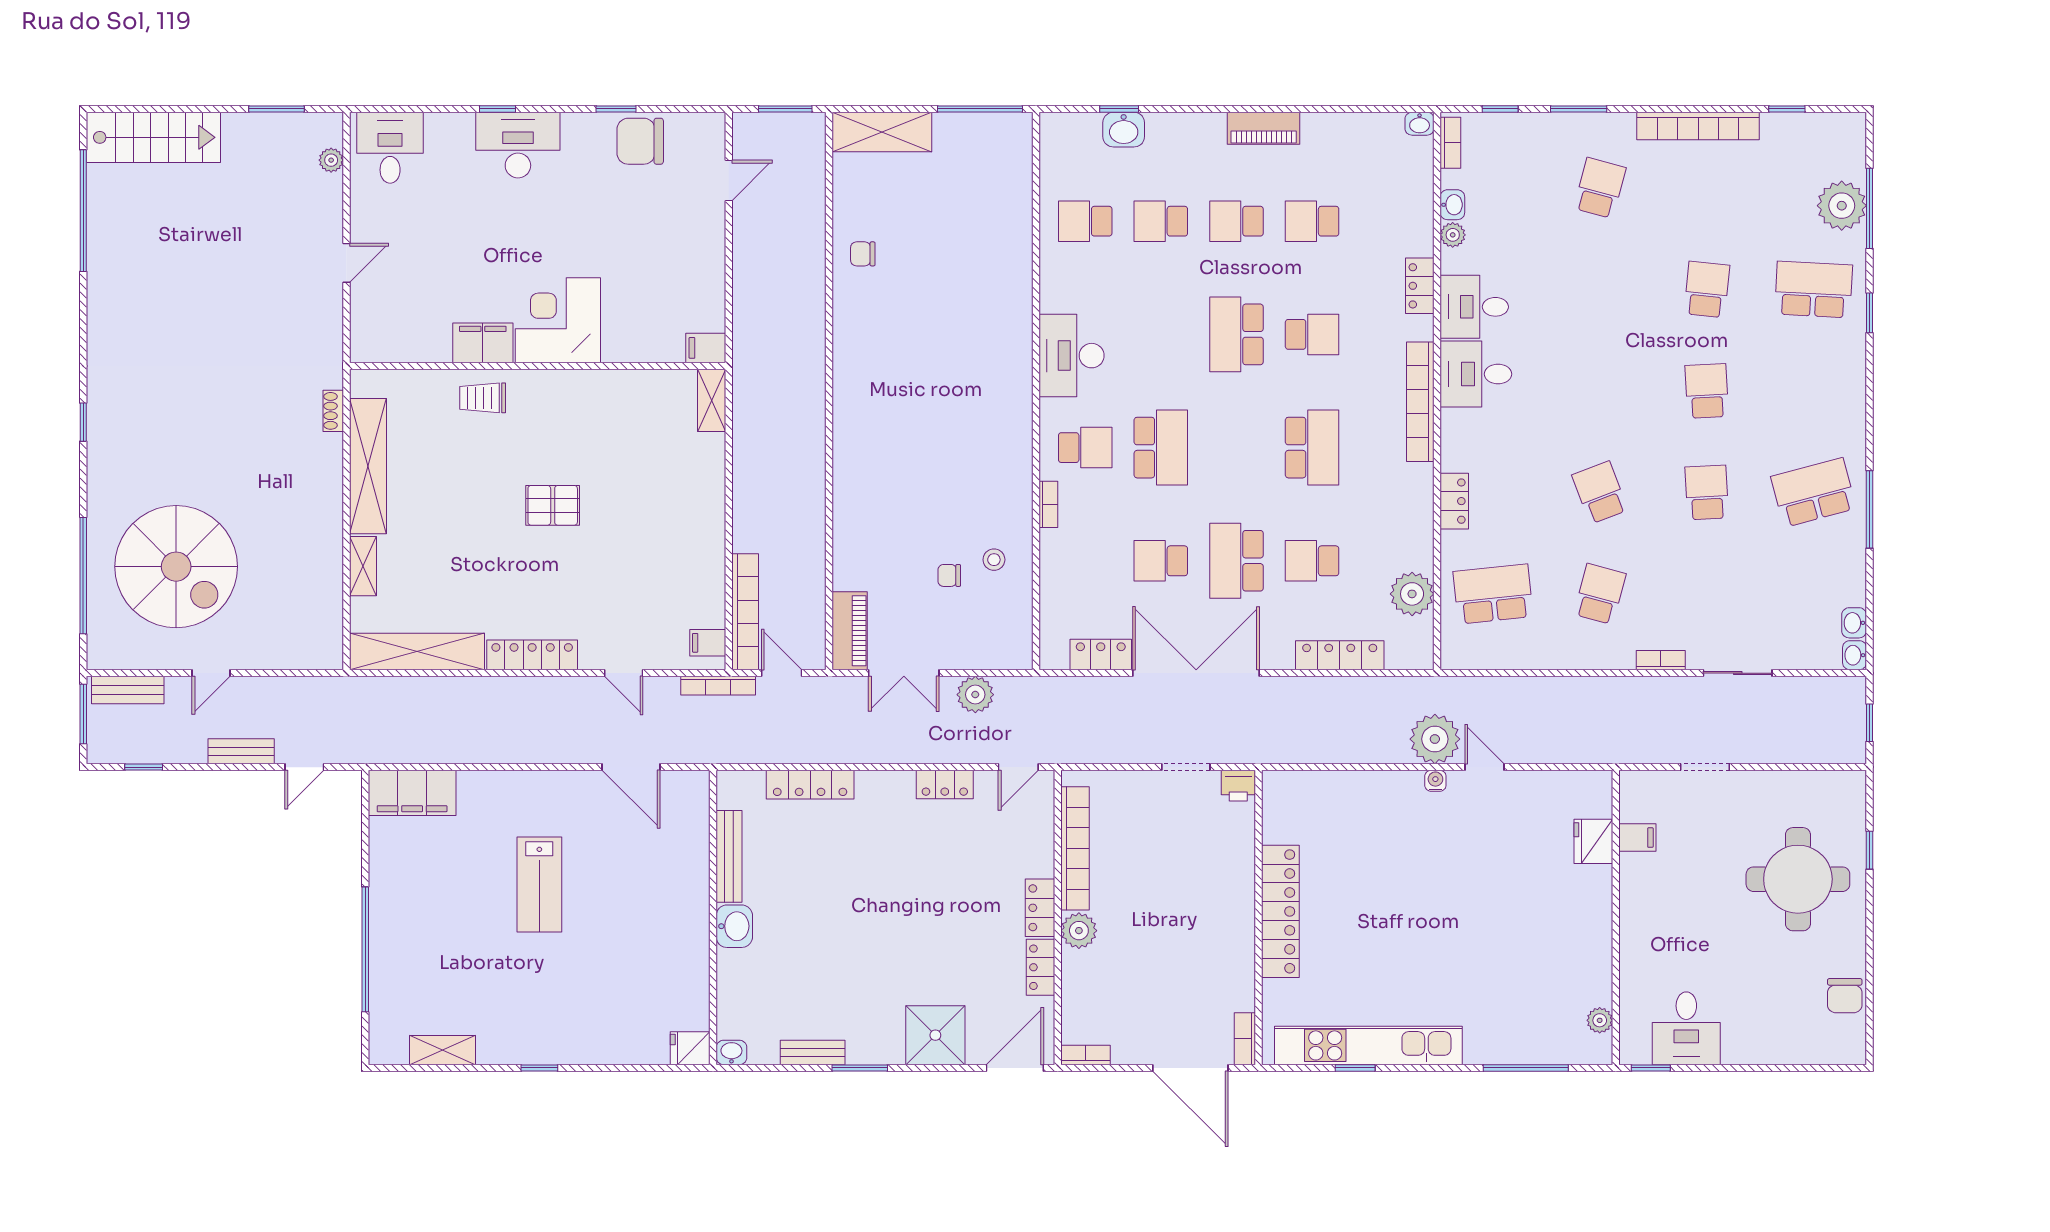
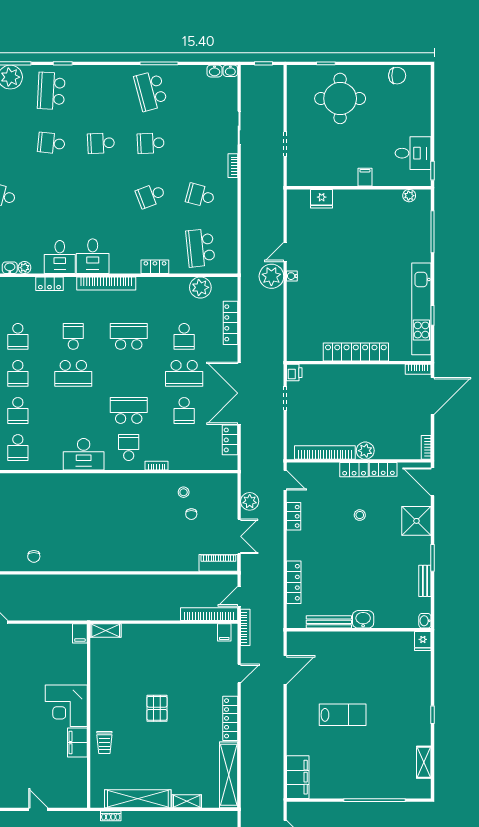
filing cabinet: (1637, 838) -> (365, 177), moved
stool: (947, 919) -> (360, 515), added

